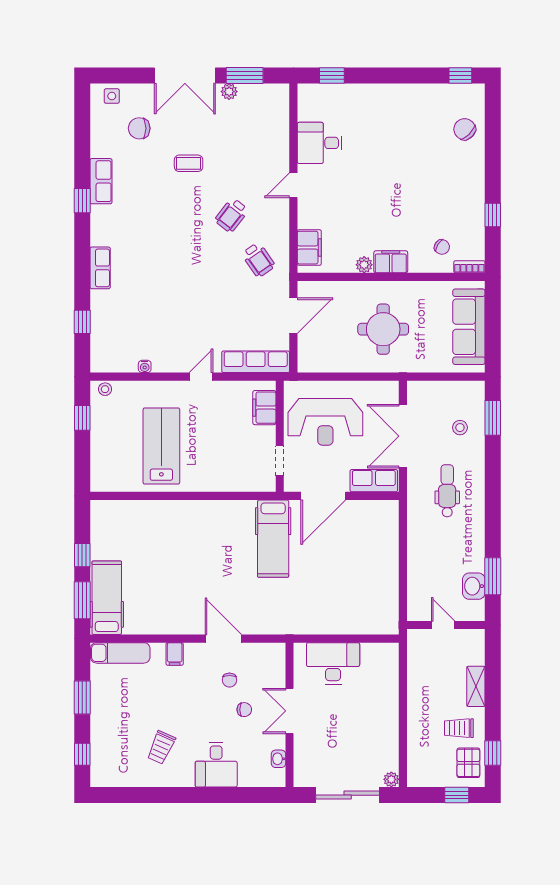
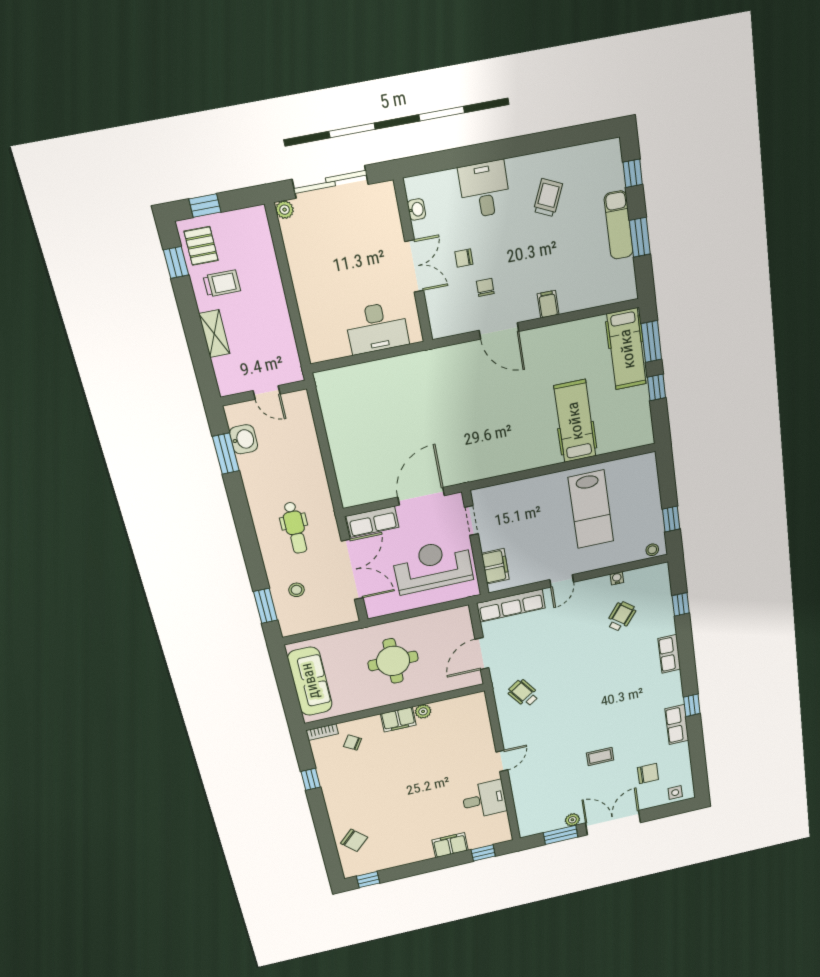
wheelchair: (231, 215) -> (621, 616), moved
filing cabinet: (309, 248) -> (450, 845), moved, turned 90
hospital bed: (273, 539) -> (575, 421), moved
exam couch: (120, 653) -> (619, 225), moved, turned -90

